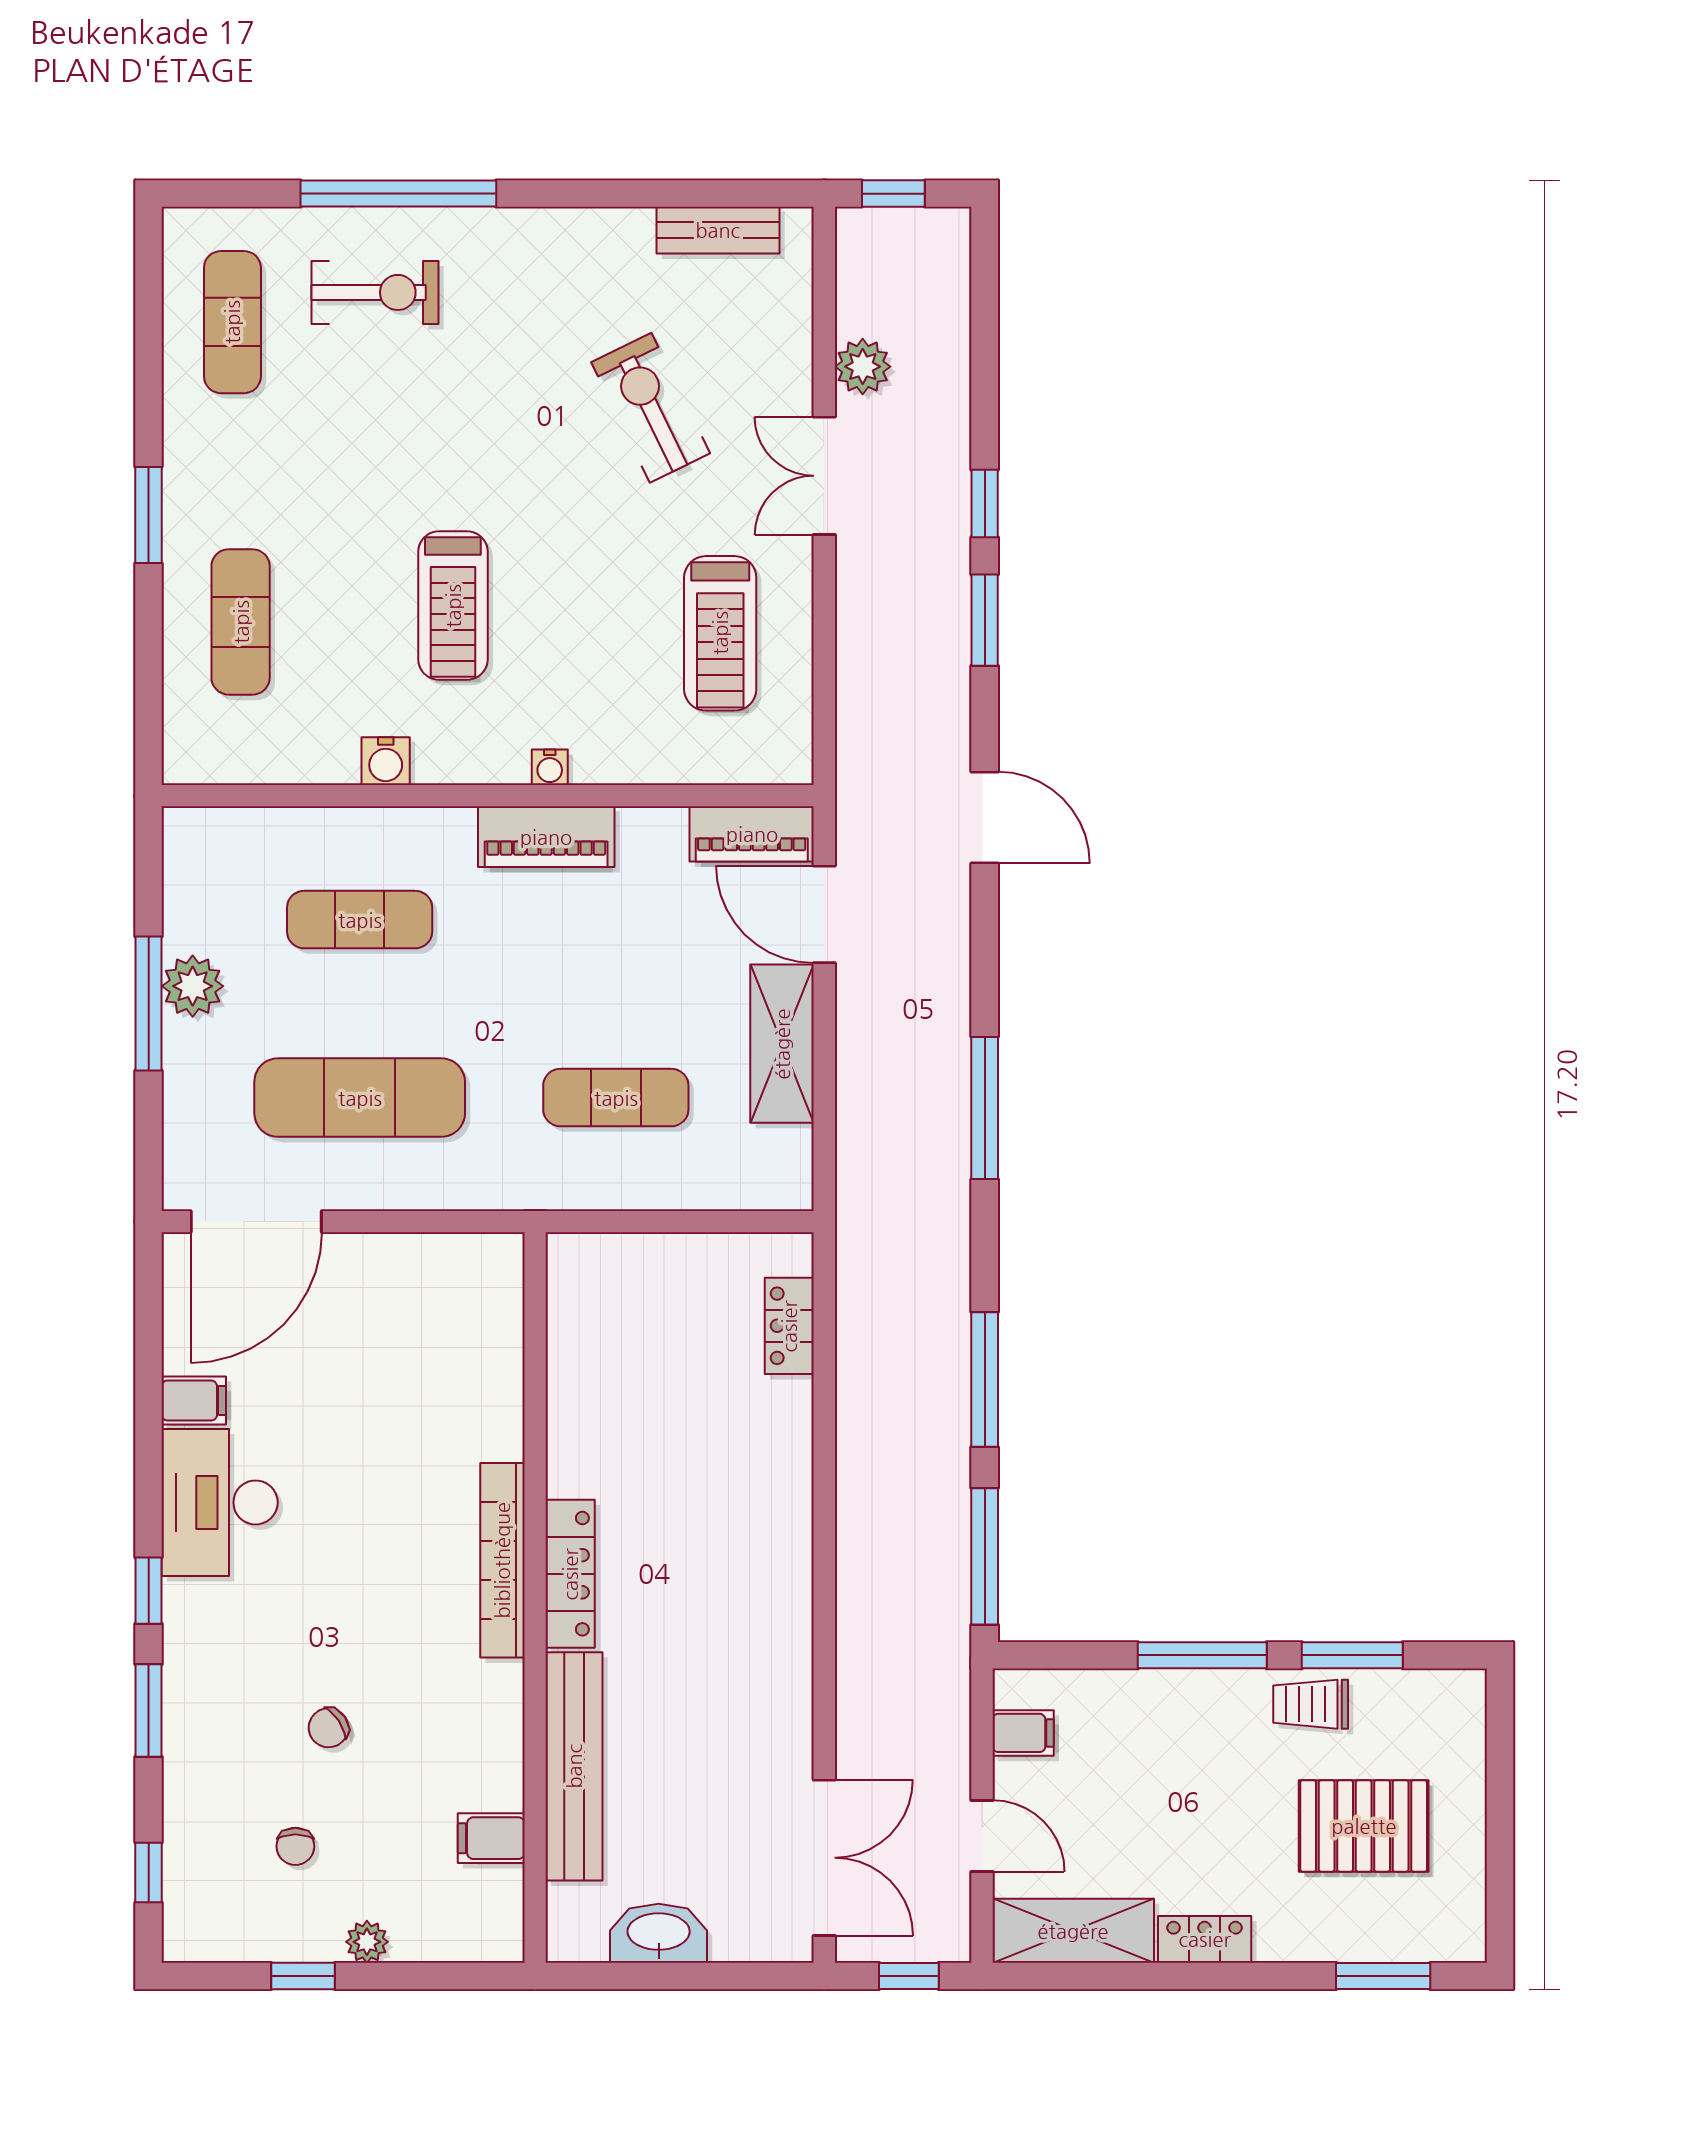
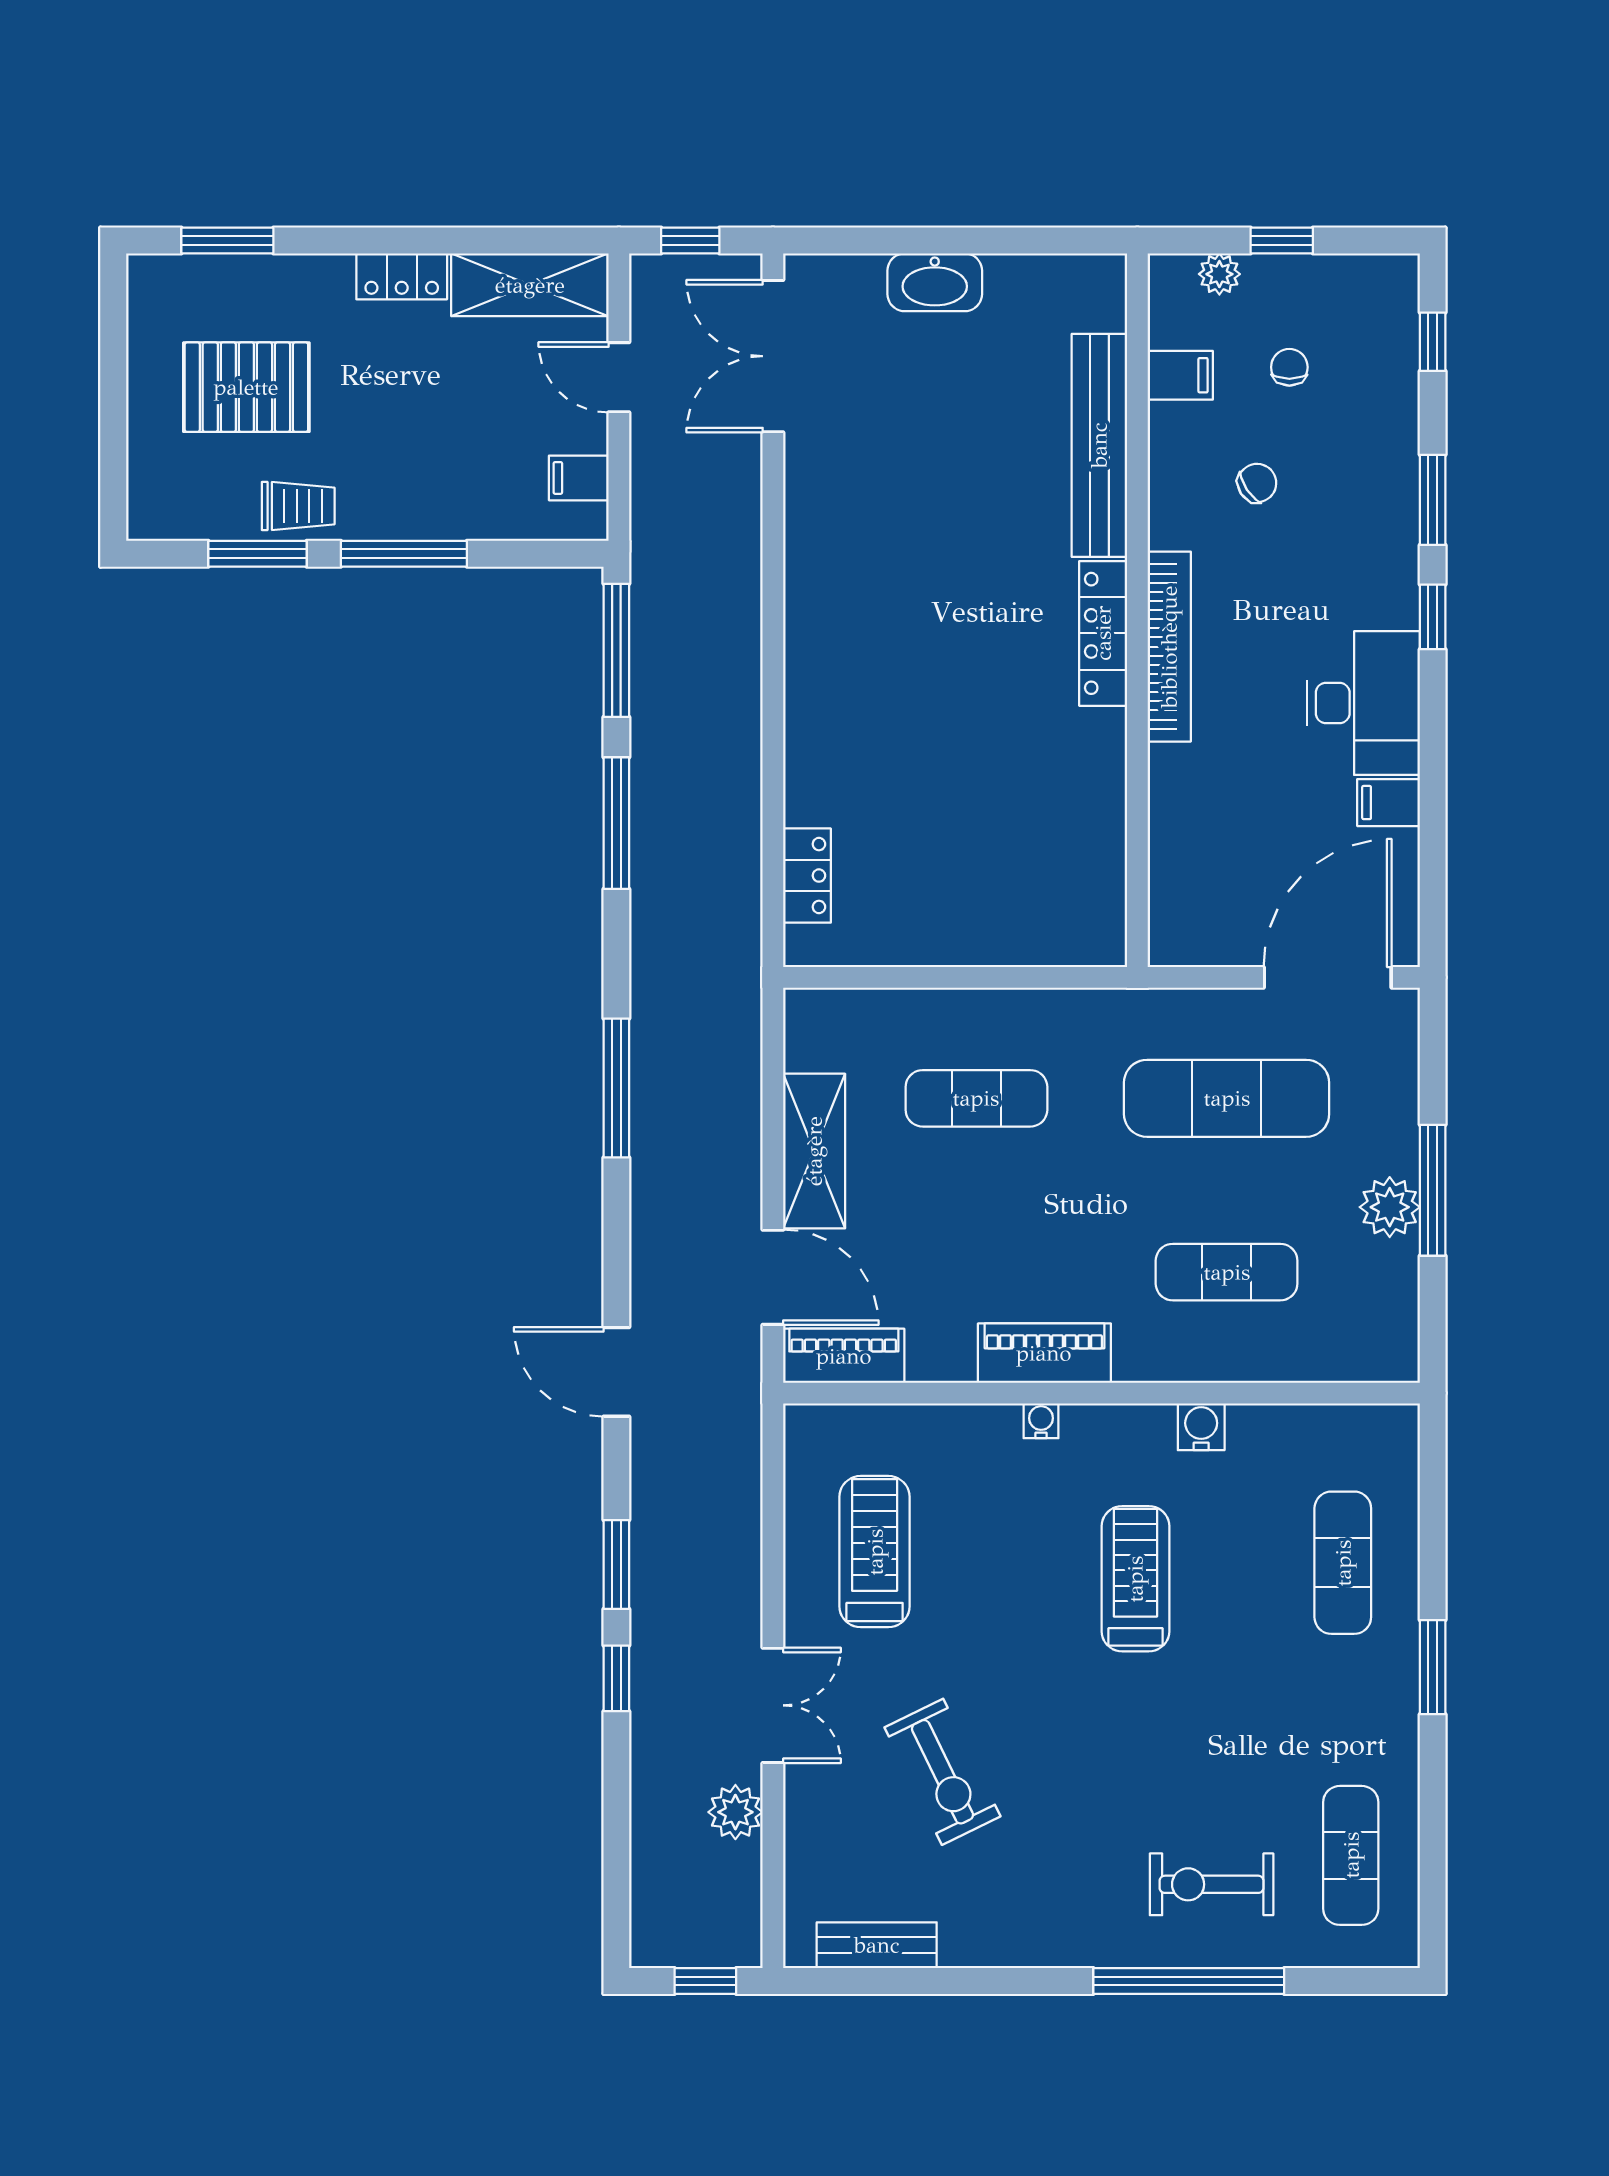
bookcase: (502, 1560) -> (1169, 647), moved
locker: (570, 1574) -> (1103, 633), moved
wall: (535, 1597) -> (1137, 610), moved
bench: (574, 1766) -> (1099, 445), moved
filing cabinet: (491, 1838) -> (1180, 375), moved

